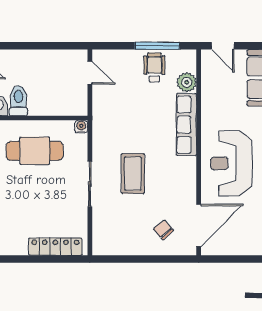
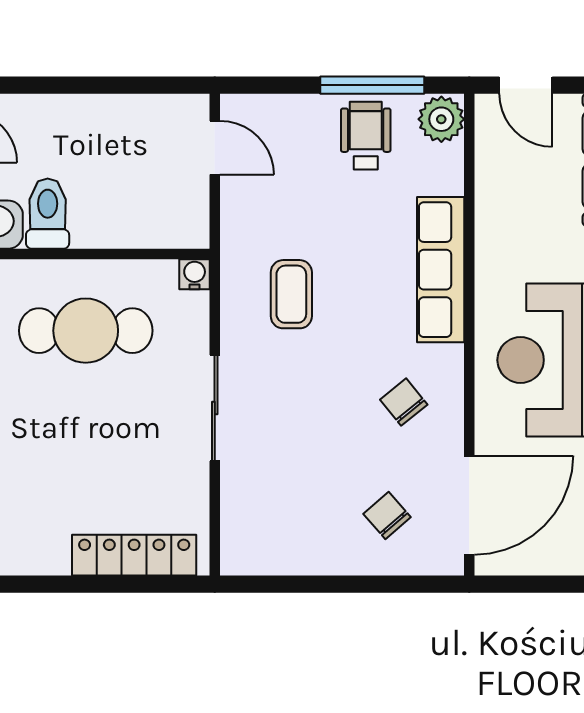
plant: (187, 82) -> (441, 119), moved
coffee table: (133, 174) -> (291, 294), moved, width x0.73, depth x0.77
chair: (171, 181) -> (404, 402), added

